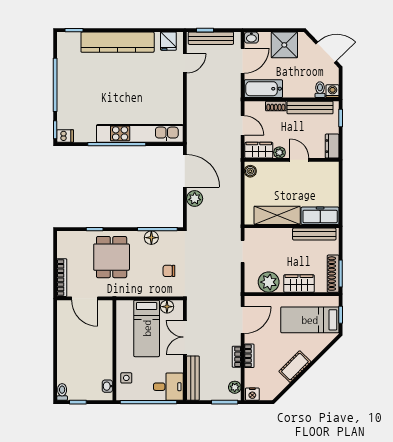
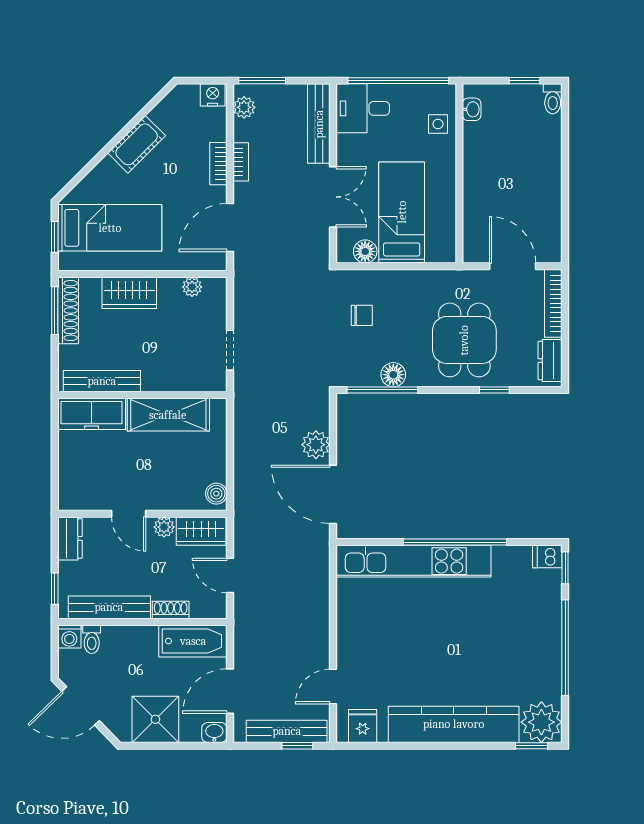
plant: (68, 43) -> (541, 722), added
dresser: (64, 246) -> (550, 360), added
plant: (269, 282) -> (192, 287), width x0.53, depth x0.53

